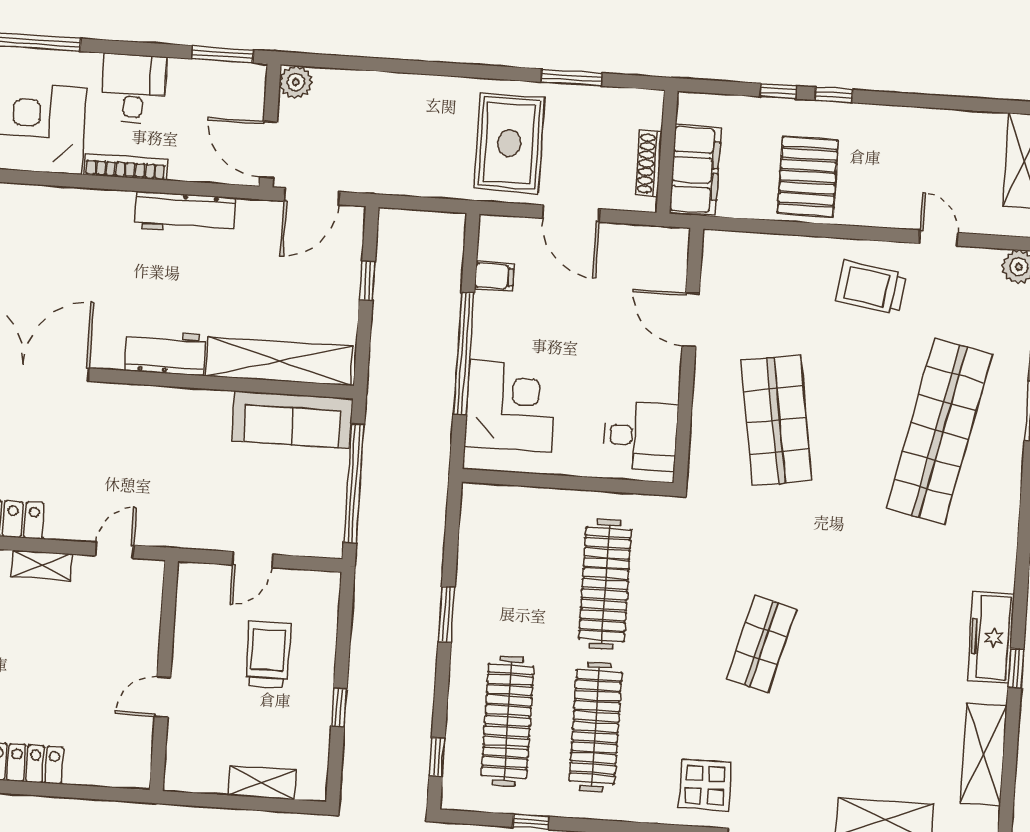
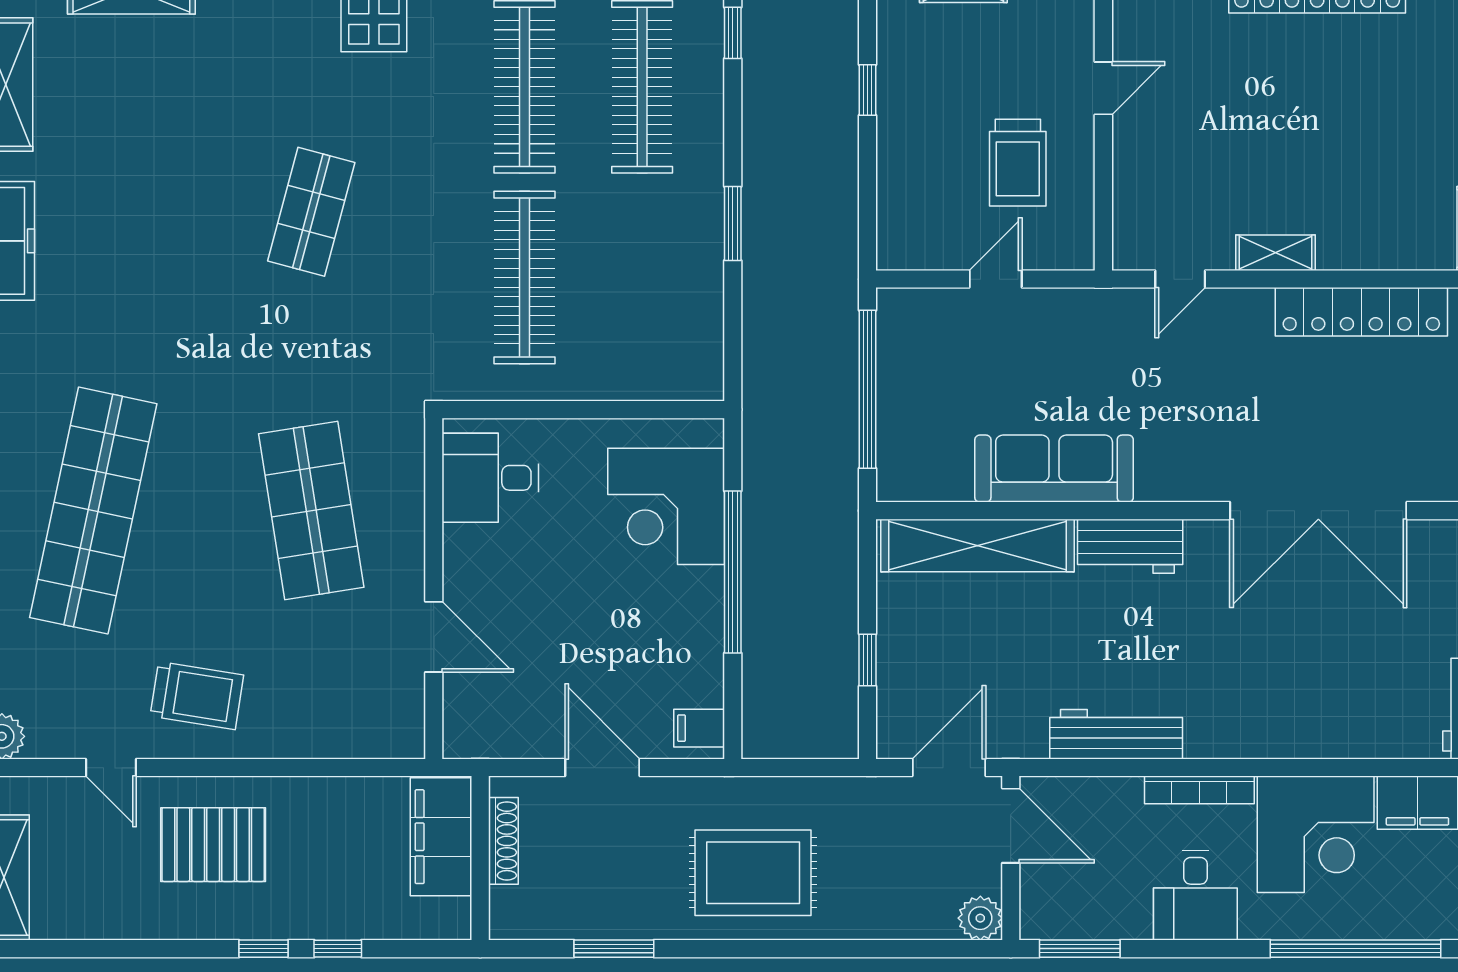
rug: (509, 143) -> (753, 873), moved, turned 90
pallet: (808, 177) -> (213, 845), moved, turned 90
filing cabinet: (494, 276) -> (699, 728), moved
sofa: (292, 420) -> (1054, 469), moved
trolley: (268, 655) -> (1018, 163), moved

